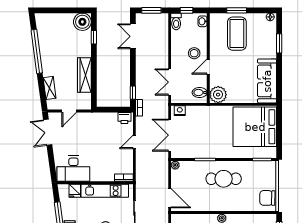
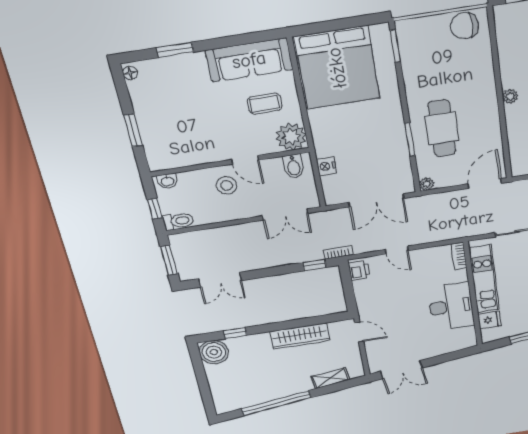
coffee table: (237, 34) -> (265, 104), moved, width x0.54, depth x0.58
door: (69, 111) -> (359, 332), moved
nightstand: (180, 111) -> (326, 166), moved
desk: (73, 169) -> (451, 306), moved
cafe table: (224, 179) -> (442, 128), moved
chair: (267, 198) -> (465, 26), turned 89

